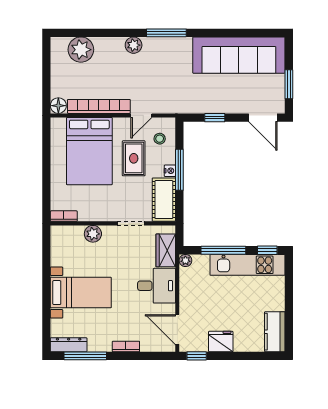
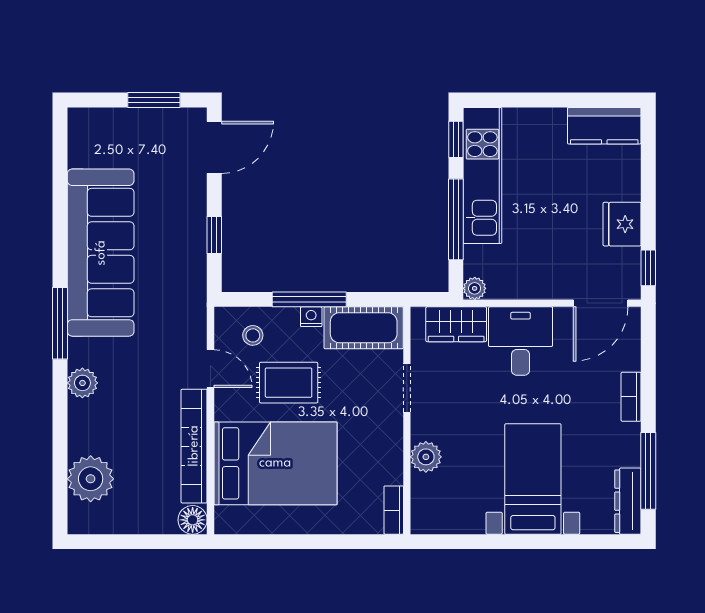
sofa: (239, 55) -> (101, 253), moved

